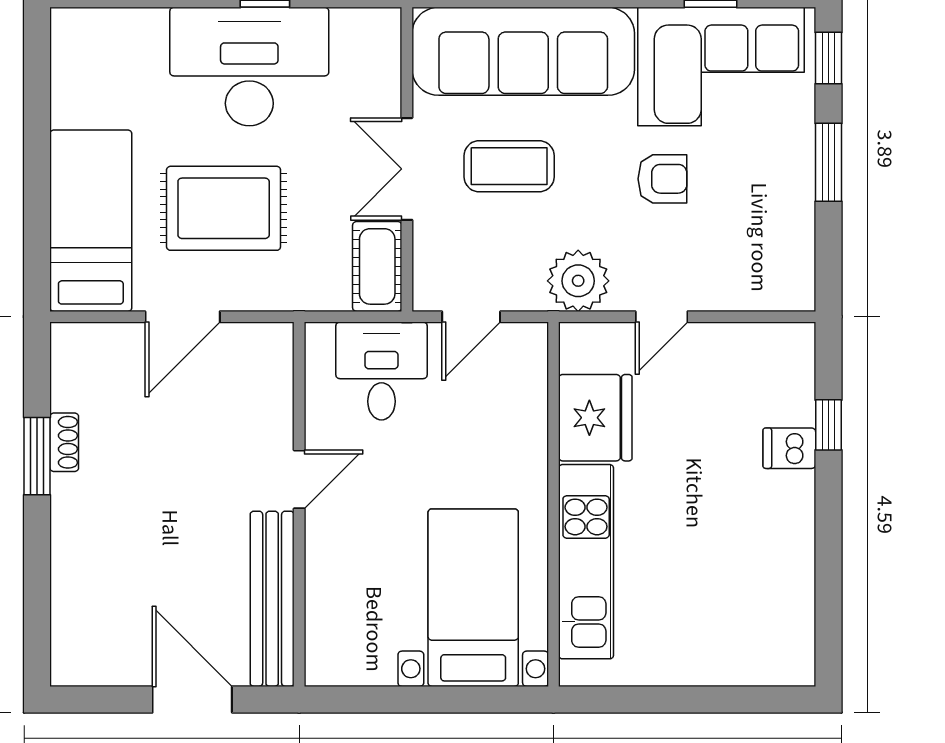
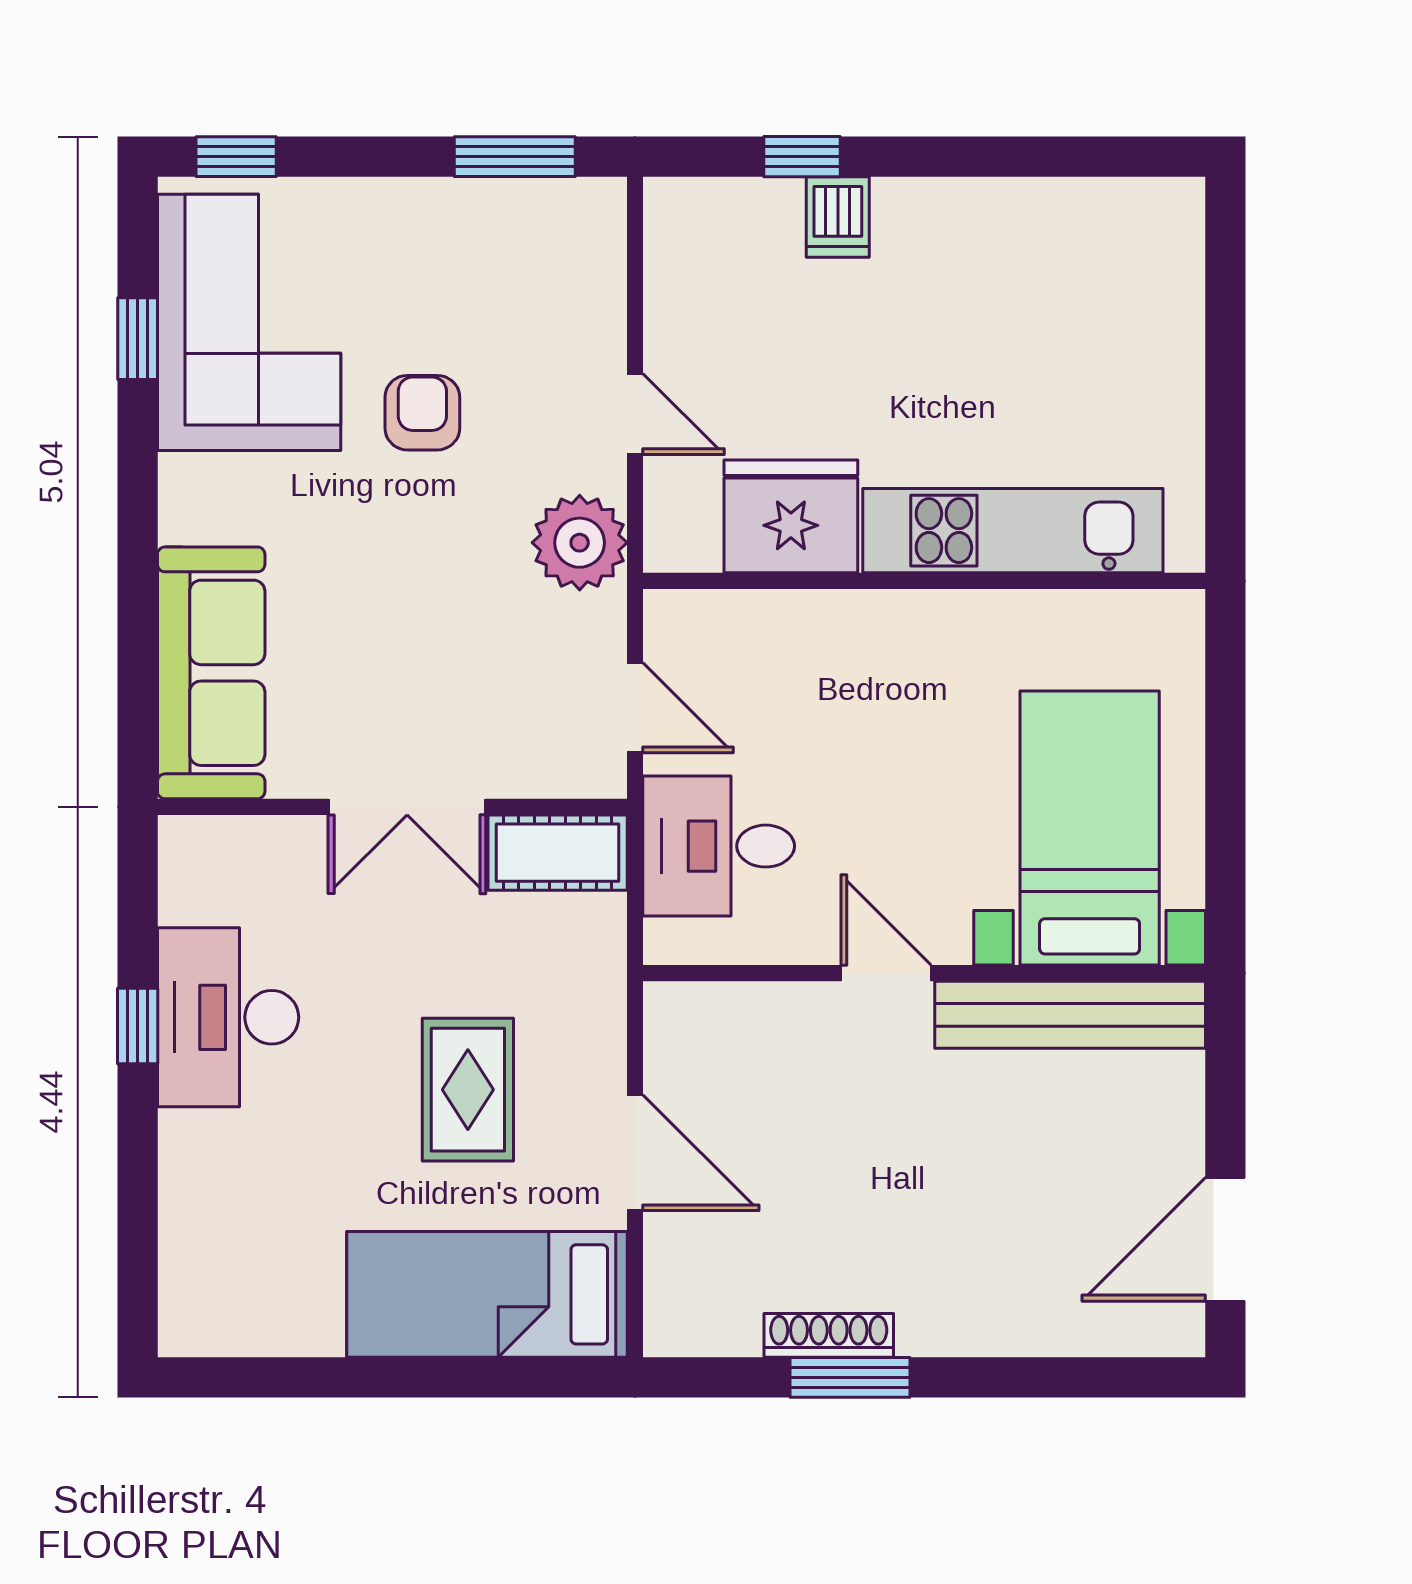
sofa: (523, 51) -> (211, 673), width x0.74, depth x0.79
desk: (249, 67) -> (228, 1017), width x0.73, depth x0.77
window: (828, 162) -> (515, 157), moved
coffee table: (509, 166) -> (403, 649), removed
rug: (224, 208) -> (468, 1090), width x0.73, depth x0.70
shoe rack: (64, 442) -> (829, 1335), width x1.43
bed with nightstands: (473, 598) -> (1090, 828), moved, turned 90
door: (192, 699) -> (1225, 1239), moved

